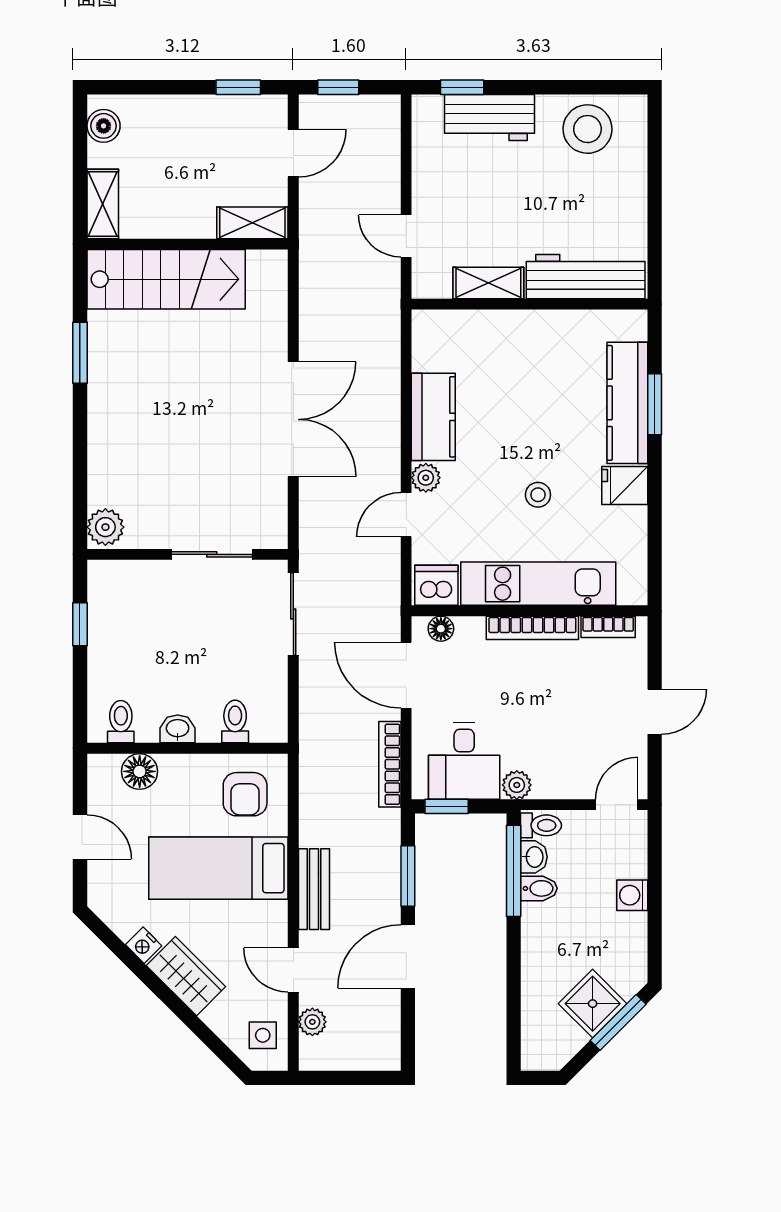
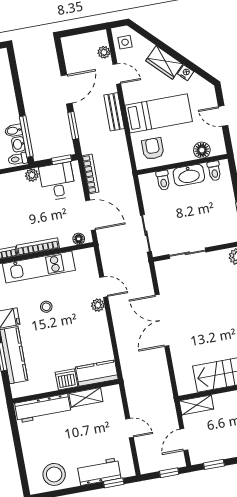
door: (406, 236) -> (130, 428), moved
kitchen counter: (433, 417) -> (97, 373), moved, turned 90
door: (406, 515) -> (104, 287), hinge flipped
dishwasher: (436, 585) -> (67, 379), moved, turned 180
washbasin: (178, 729) -> (189, 175), width x1.91, depth x1.45

